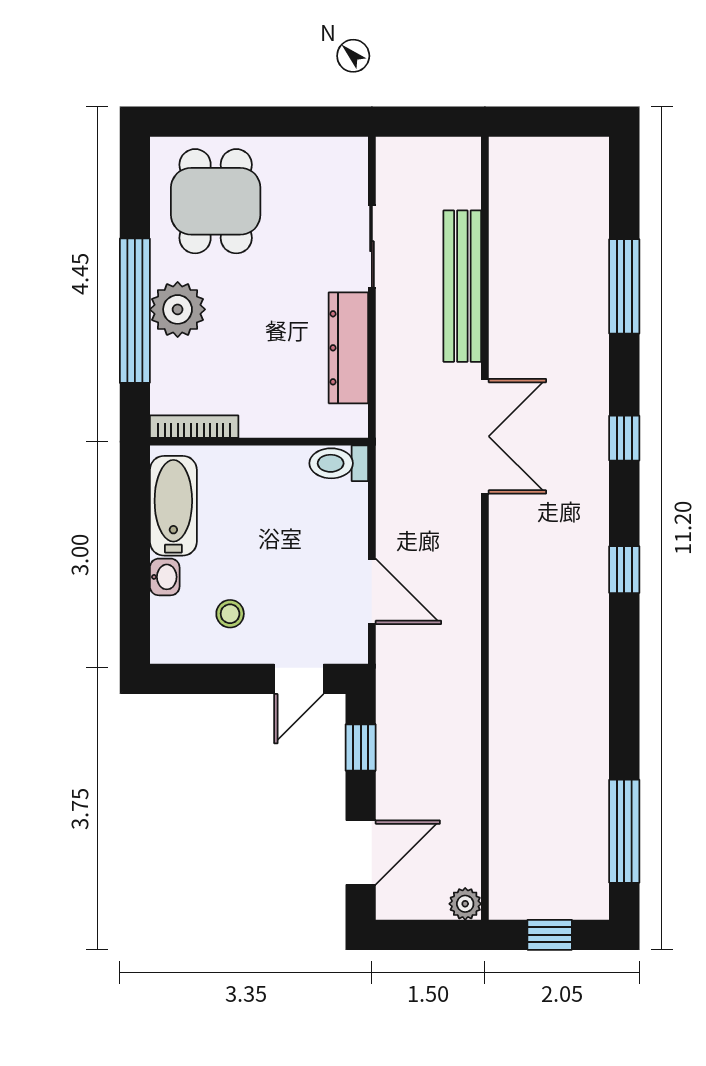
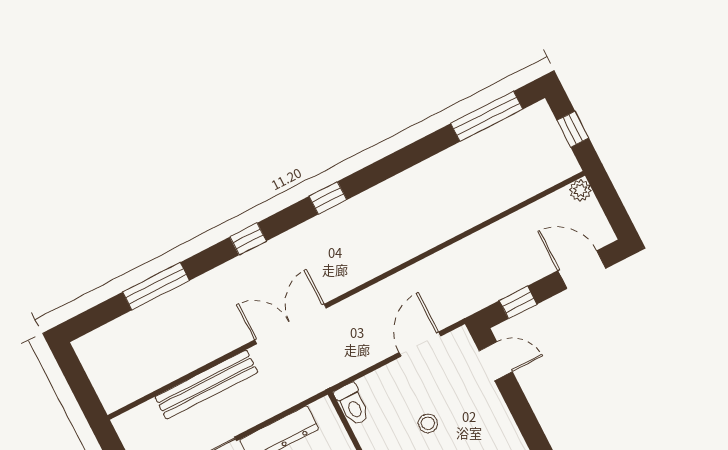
stool: (230, 614) -> (428, 423), moved

